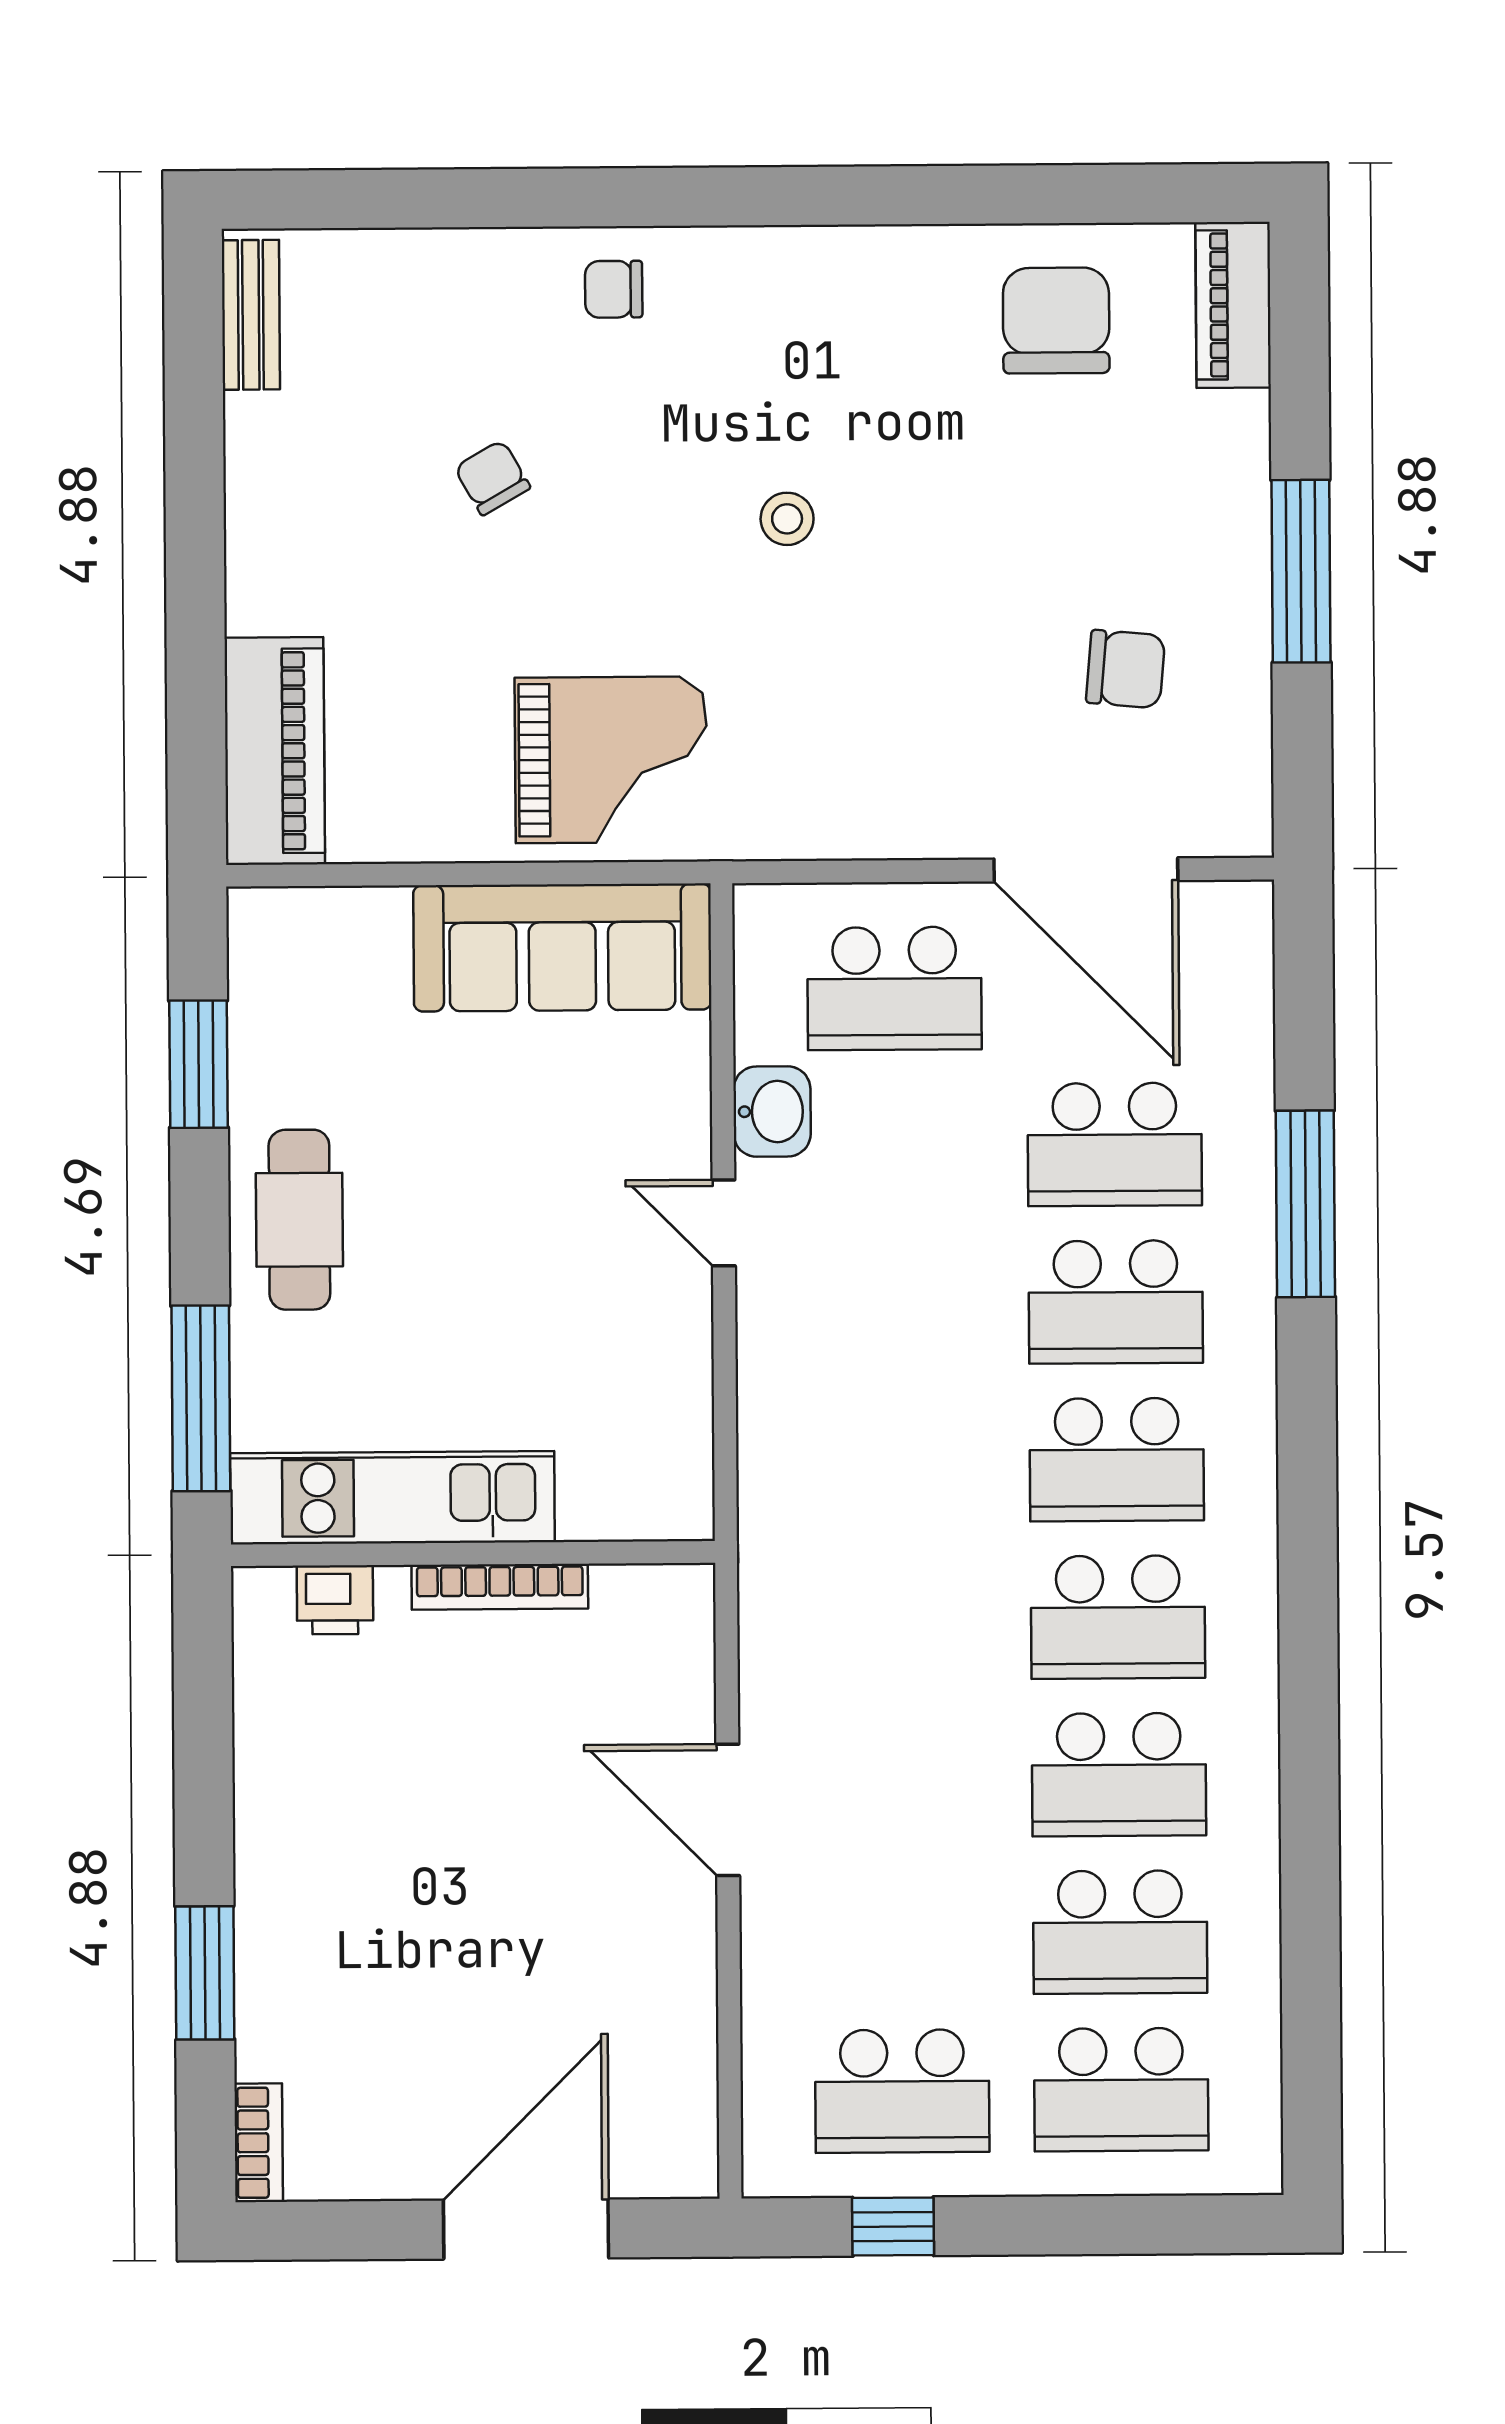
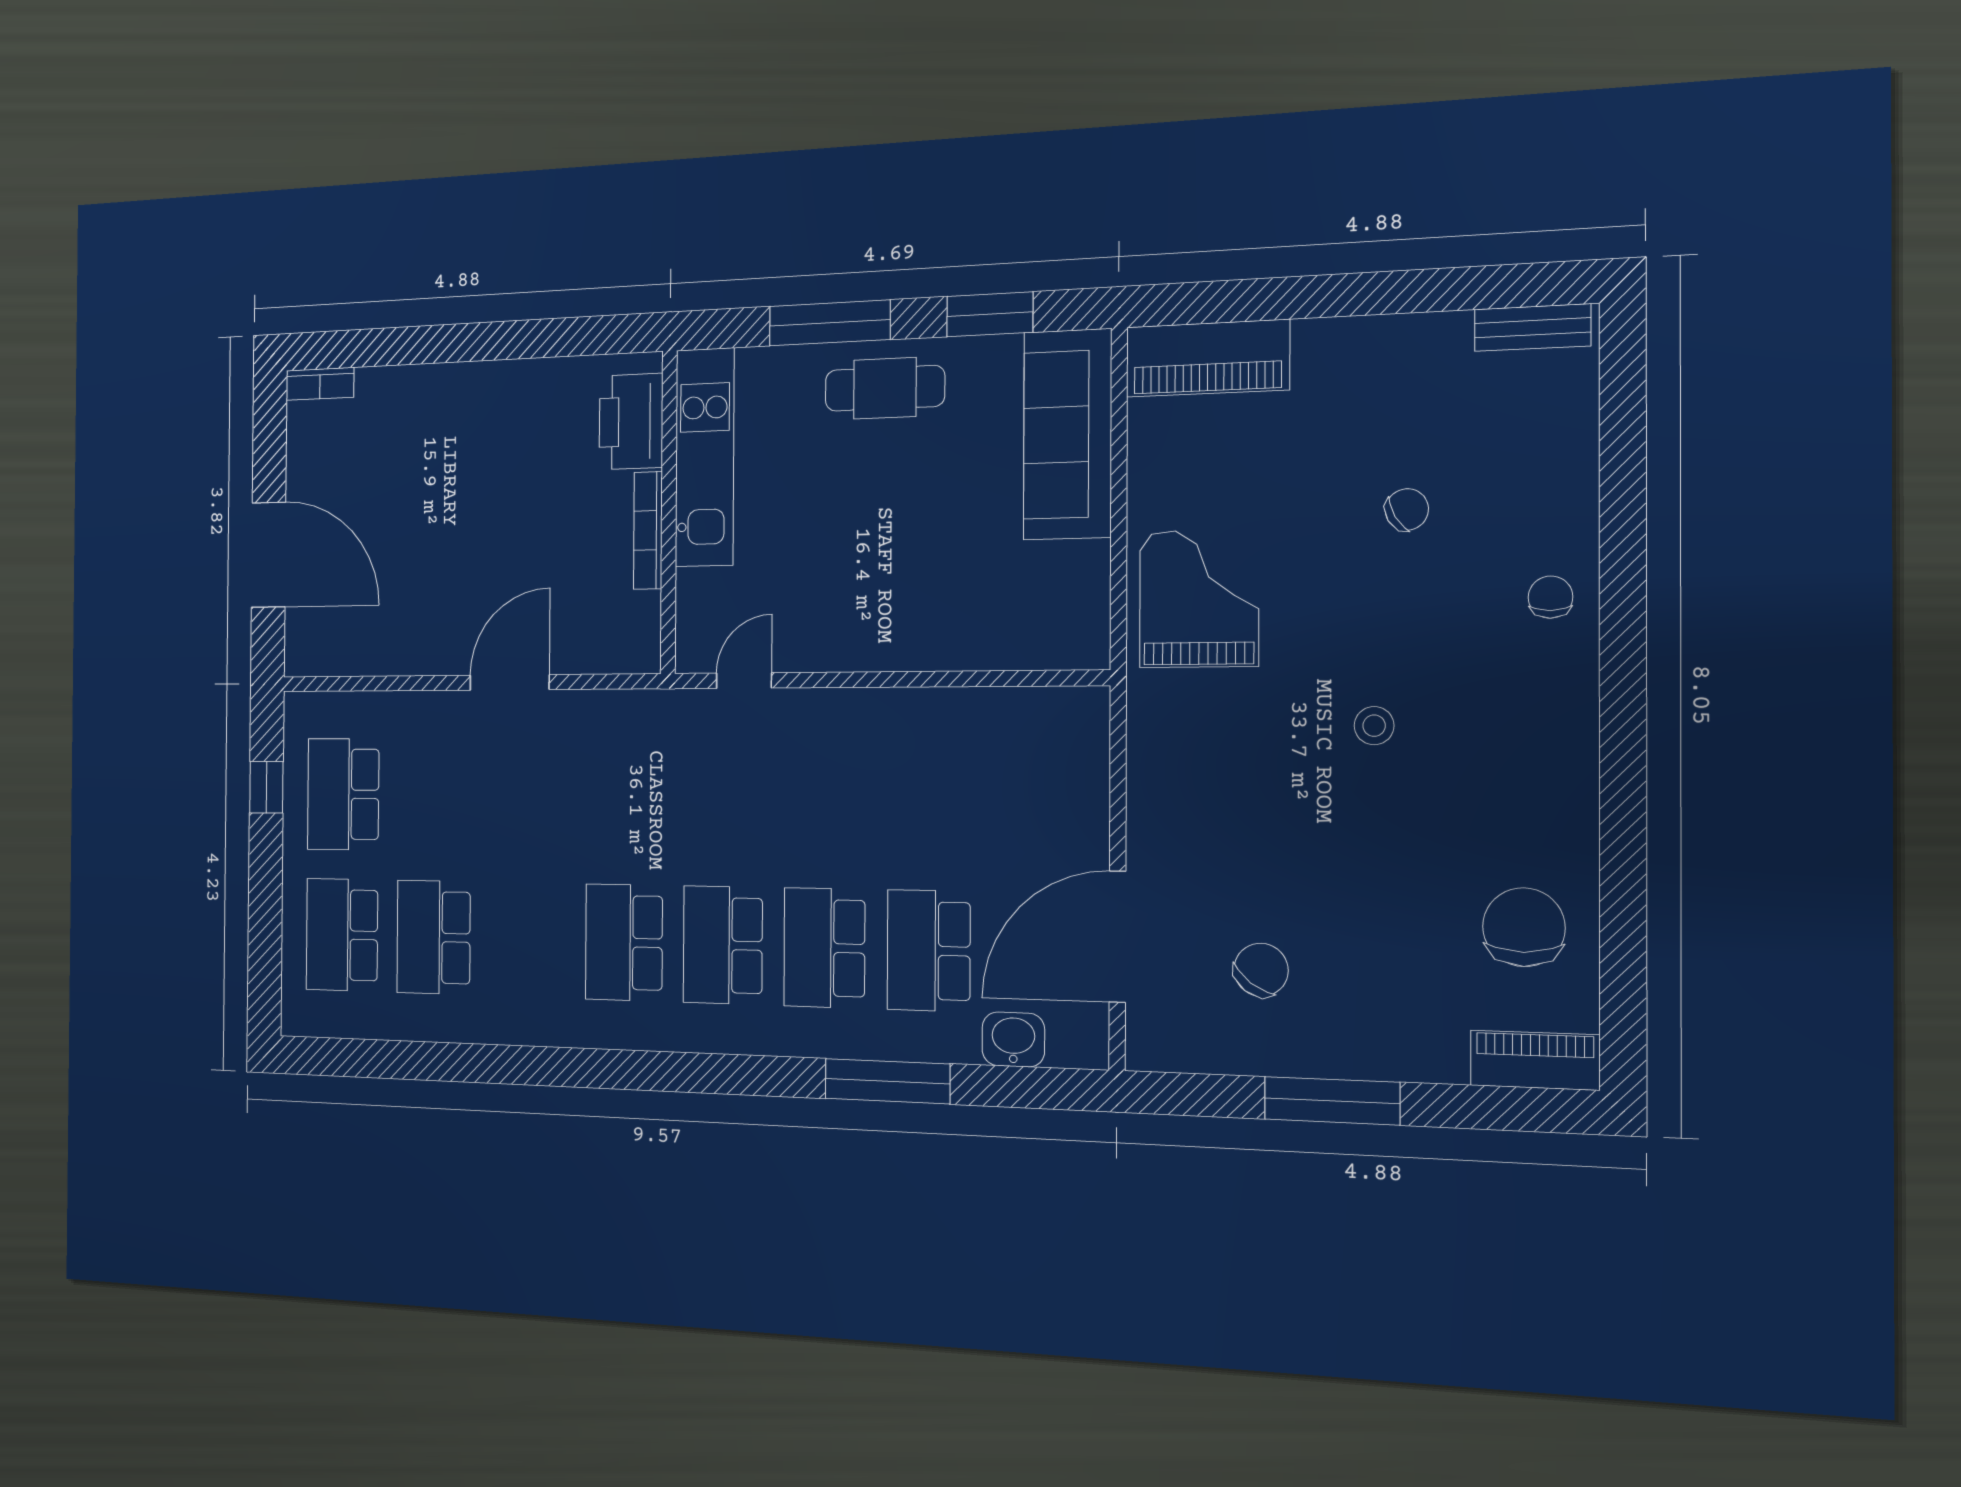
chair: (1056, 320) -> (1524, 927), turned -90
chair: (1126, 669) -> (1261, 970), turned -148
grand piano: (611, 760) -> (1199, 599), turned 180
sofa: (562, 947) -> (1067, 434), moved
school desk: (894, 988) -> (1036, 799), removed
washbasin: (772, 1112) -> (1013, 1039), moved, turned 180
door: (724, 1223) -> (744, 681), moved
window: (201, 1398) -> (830, 323), moved
printer: (335, 1600) -> (631, 422), width x1.87, depth x1.48
school desk: (1119, 1775) -> (527, 940), removed
window: (205, 1973) -> (418, 345), removed

